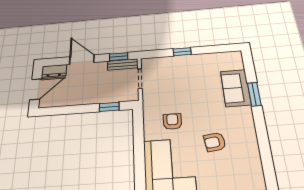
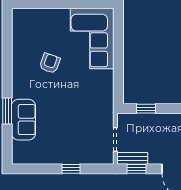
armchair: (172, 121) -> (86, 88), removed
armchair: (215, 142) -> (50, 63), turned -62

